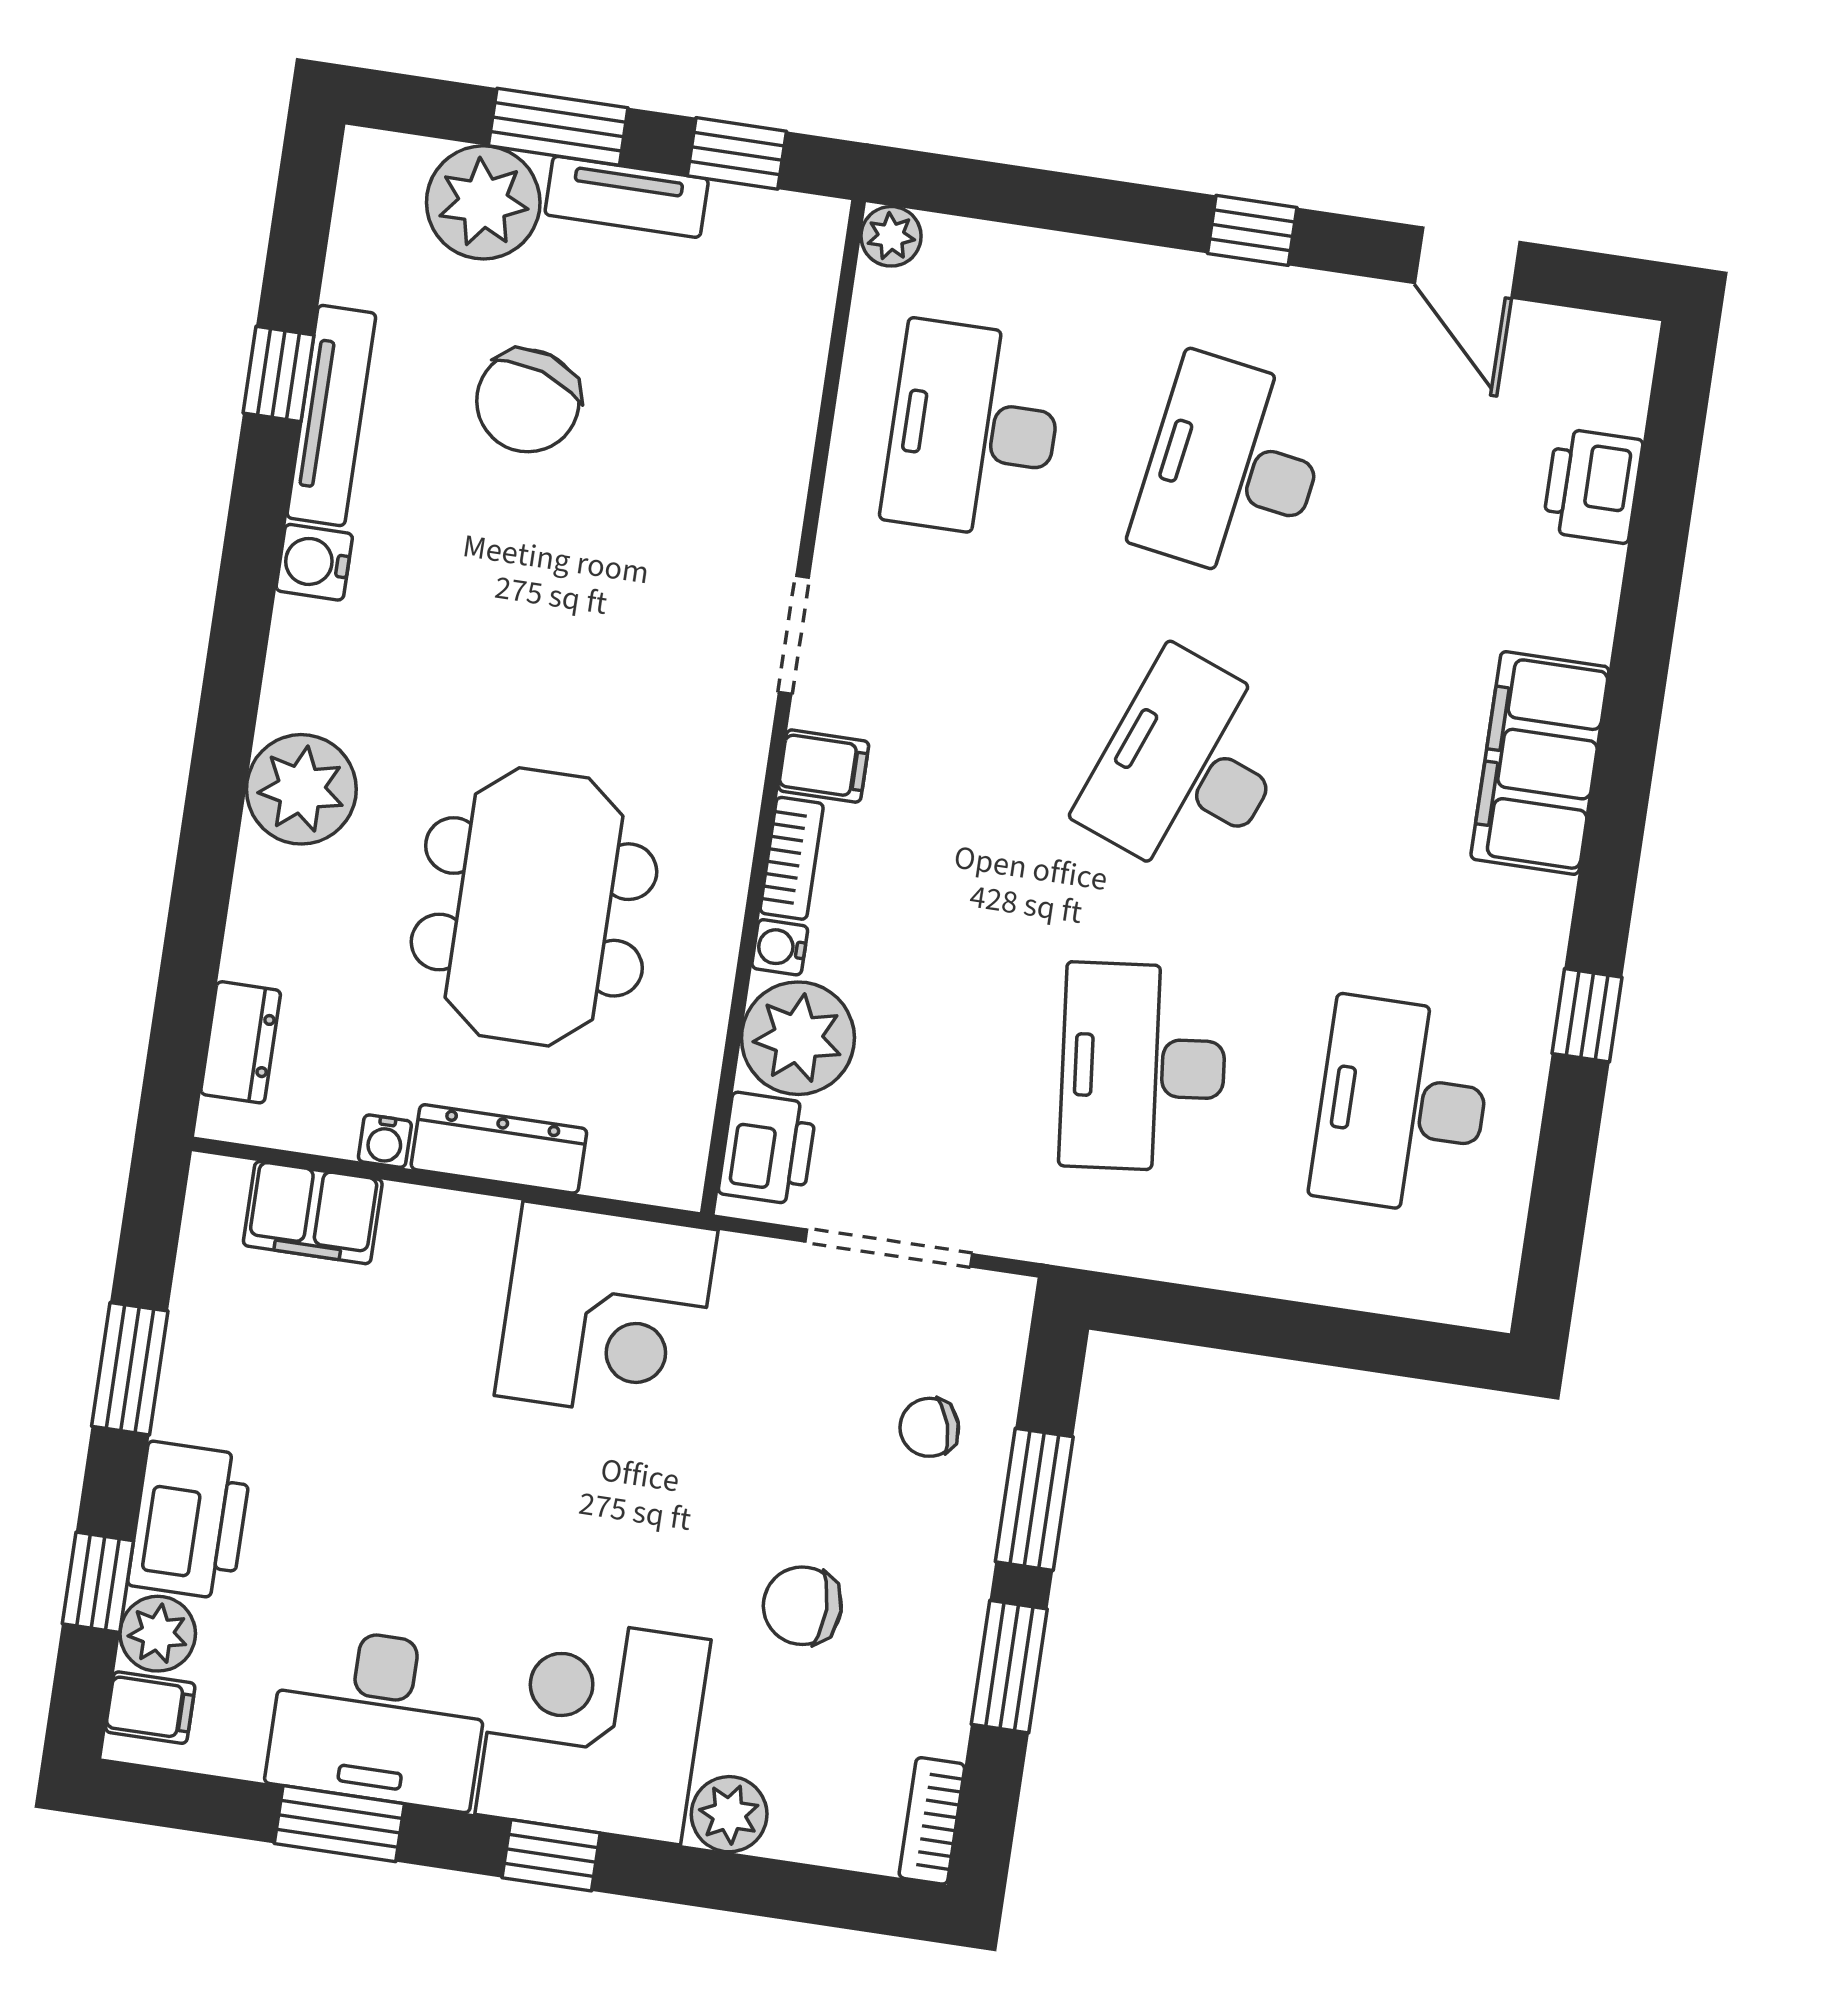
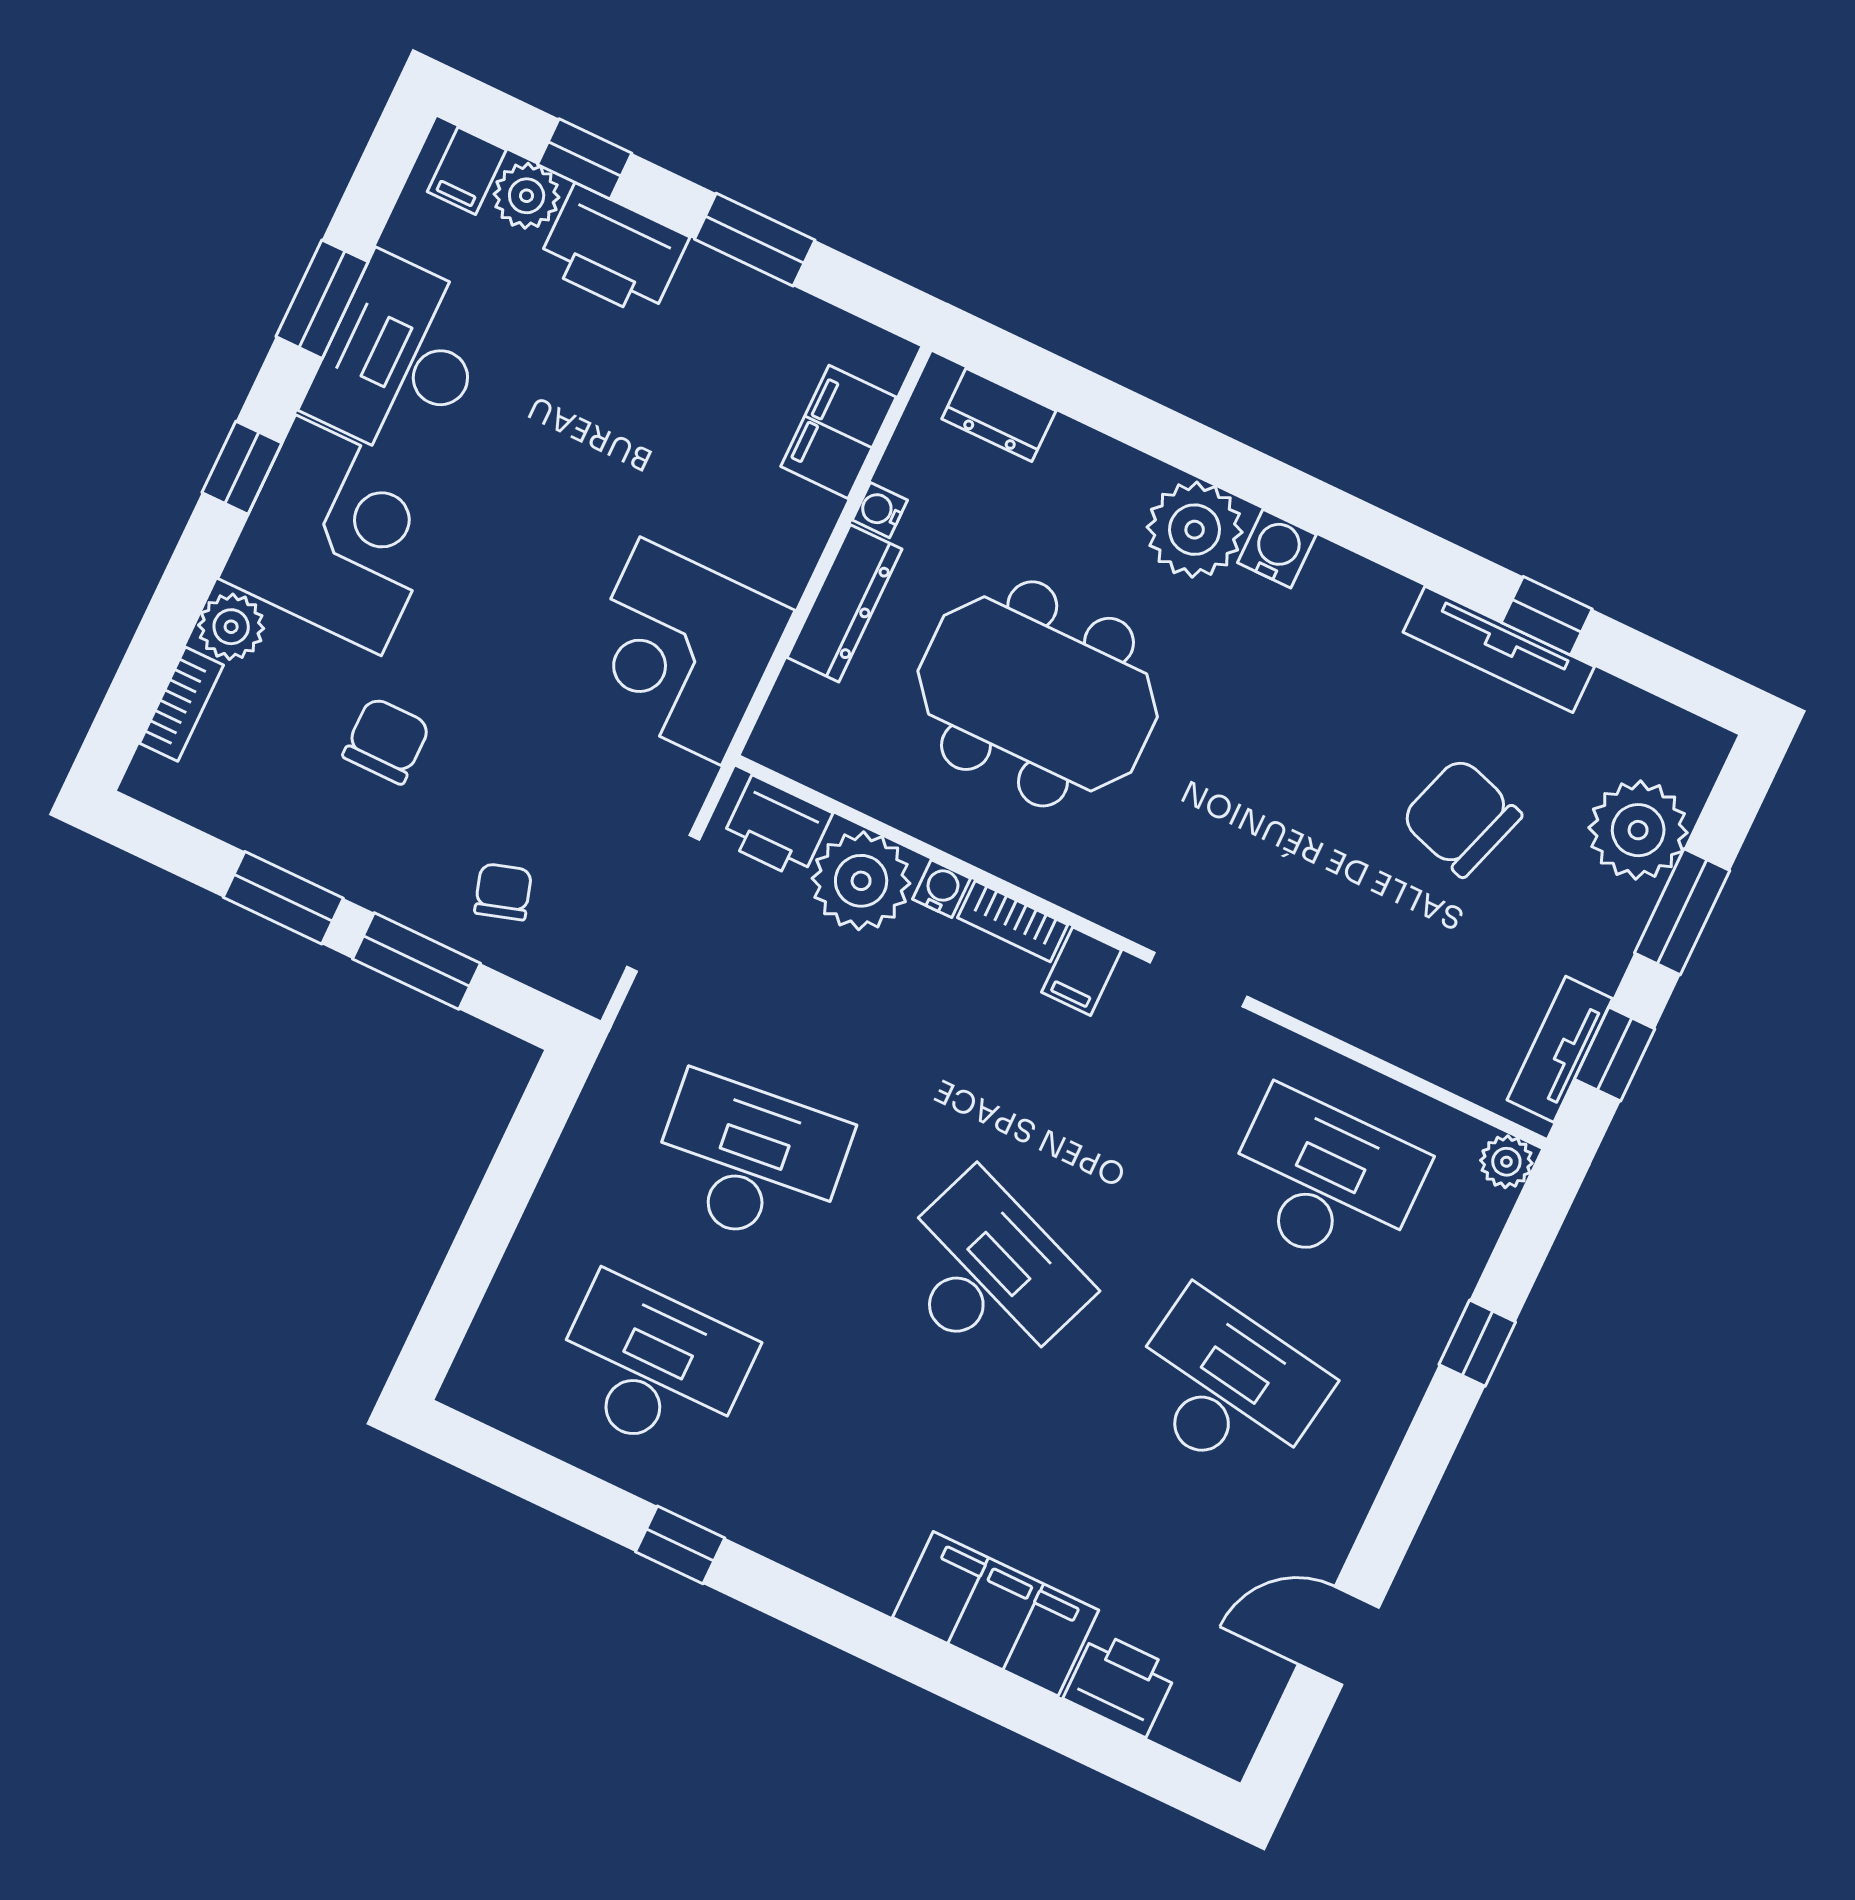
tv unit: (627, 197) -> (1560, 1049), moved
window: (1252, 230) -> (1477, 1343), moved
water cooler: (314, 562) -> (1277, 549), moved
filing cabinet: (1540, 763) -> (996, 1614), moved
bookcase: (932, 1821) -> (182, 704), moved, turned 90

